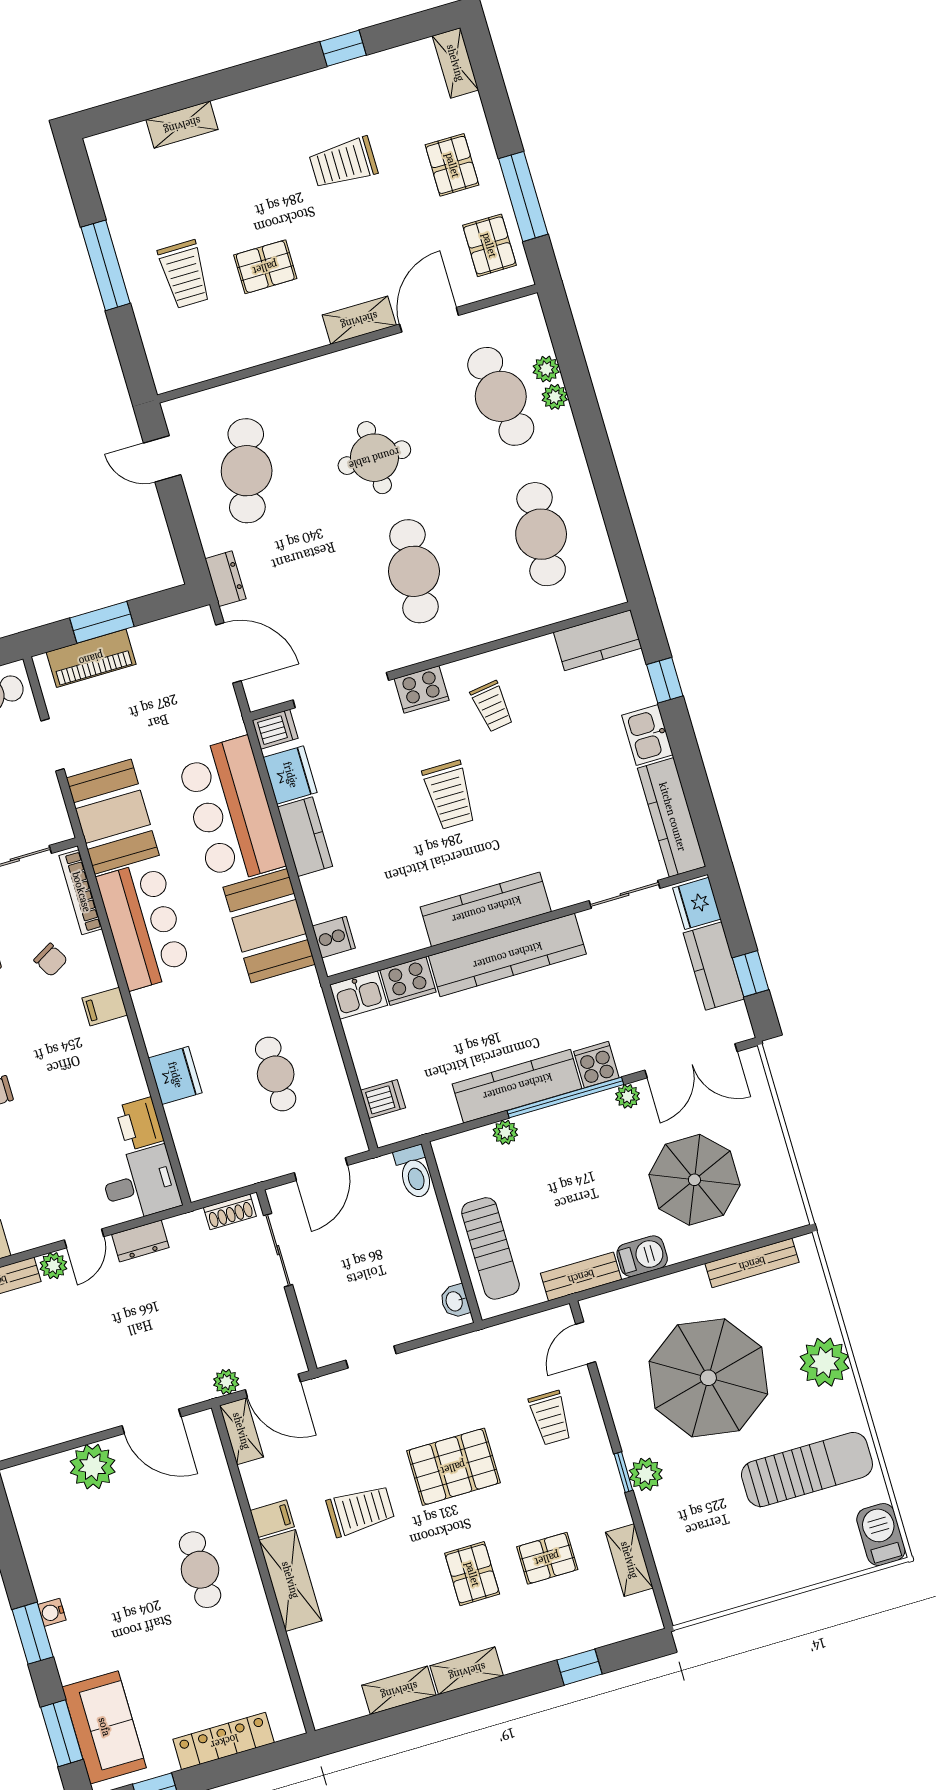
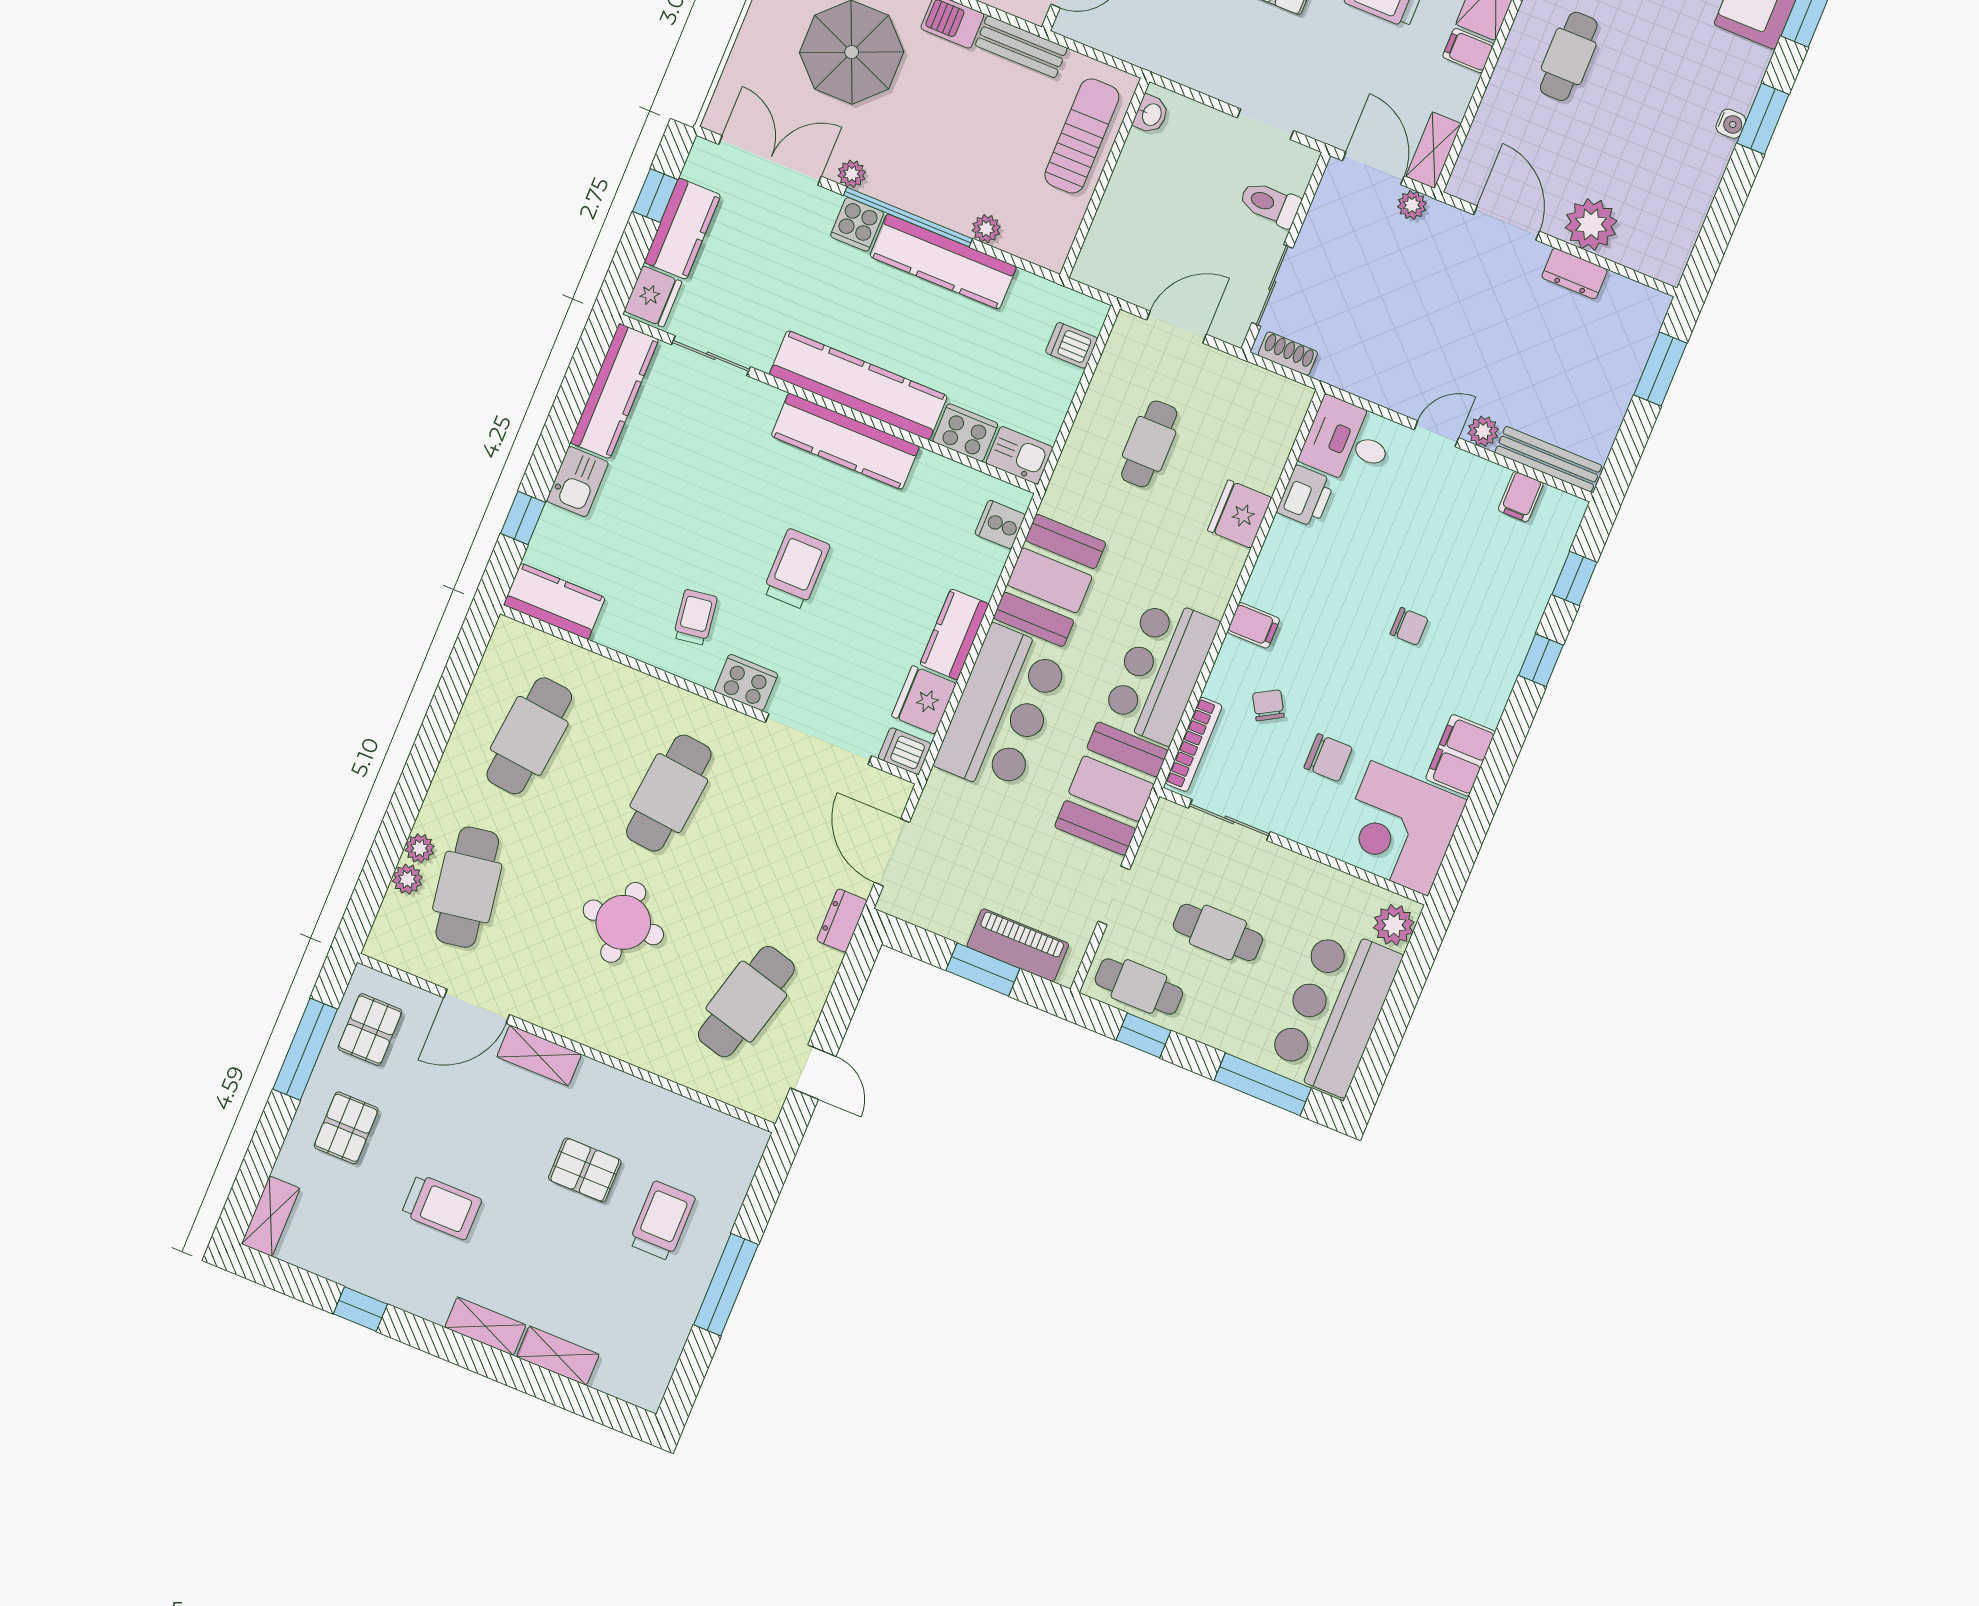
shelving: (248, 105) -> (485, 1326), added
toilet: (414, 1172) -> (1270, 204), moved, turned -90
dresser: (140, 1241) -> (1575, 274), moved, turned 180

